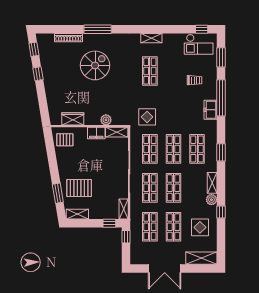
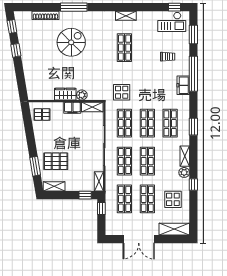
wardrobe: (73, 119) -> (65, 94), moved

